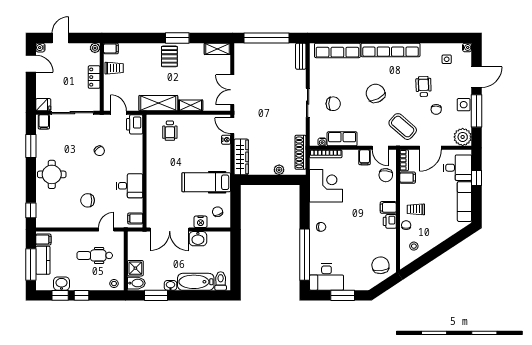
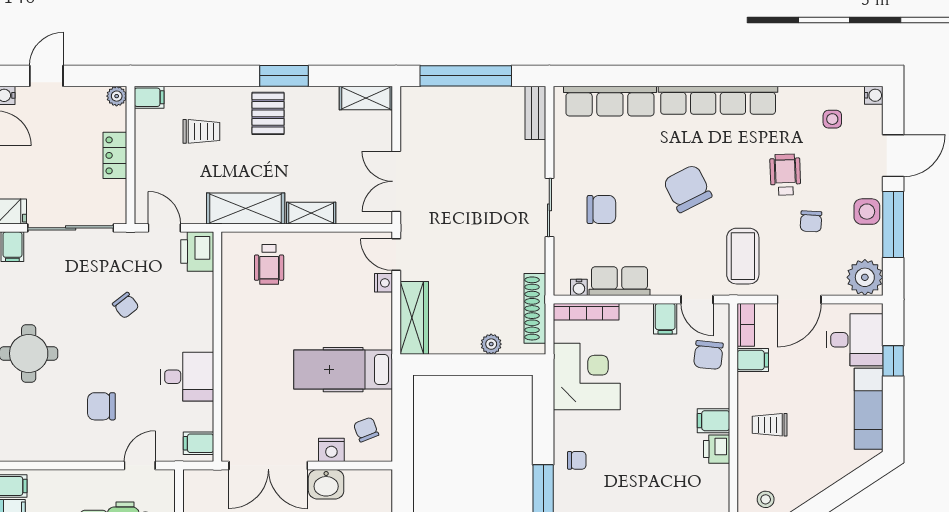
trolley: (114, 68) -> (201, 131), moved
coffee table: (403, 127) -> (743, 256), turned 49
chair: (406, 225) -> (750, 457), removed

